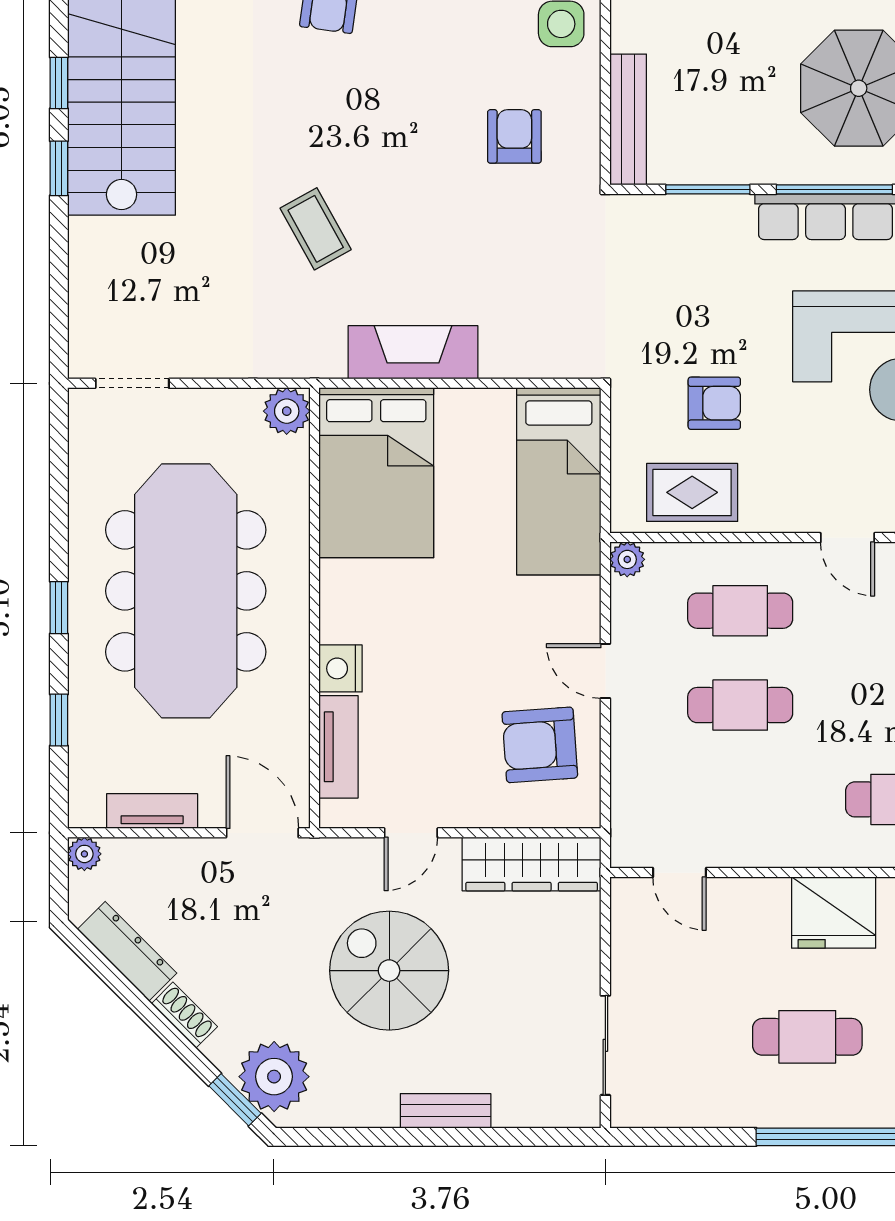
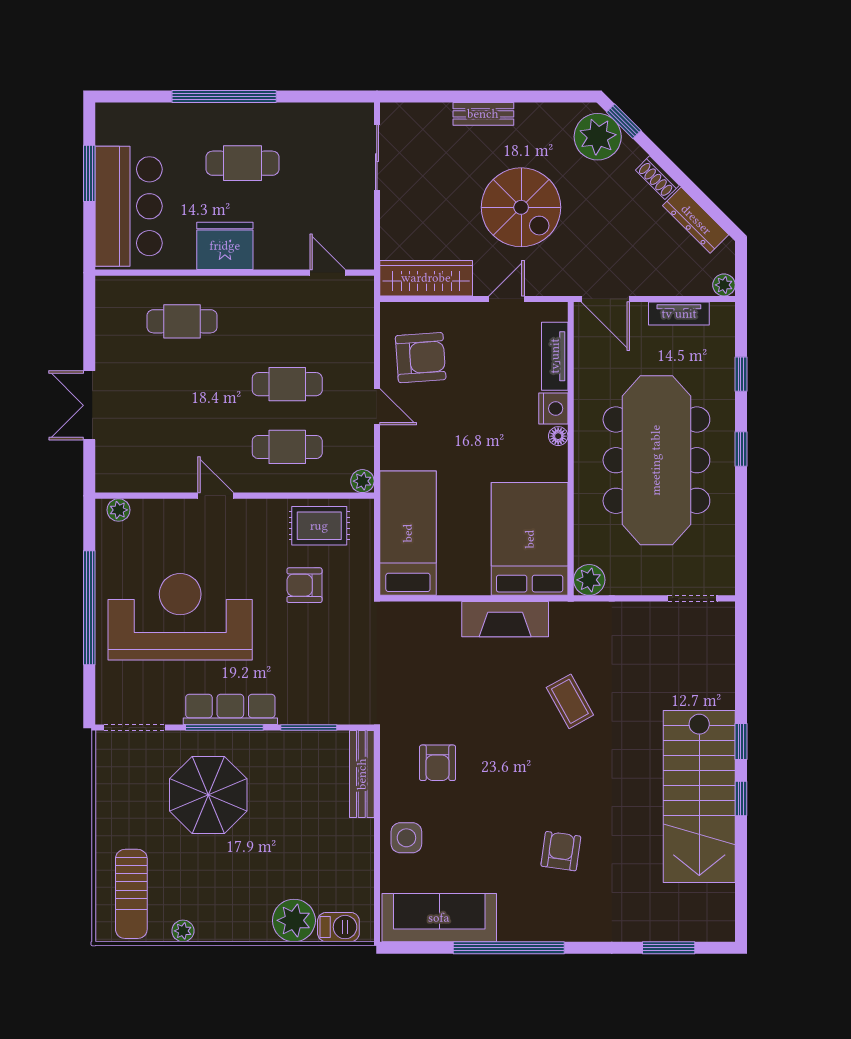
floor lamp: (333, 627) -> (558, 436), added

